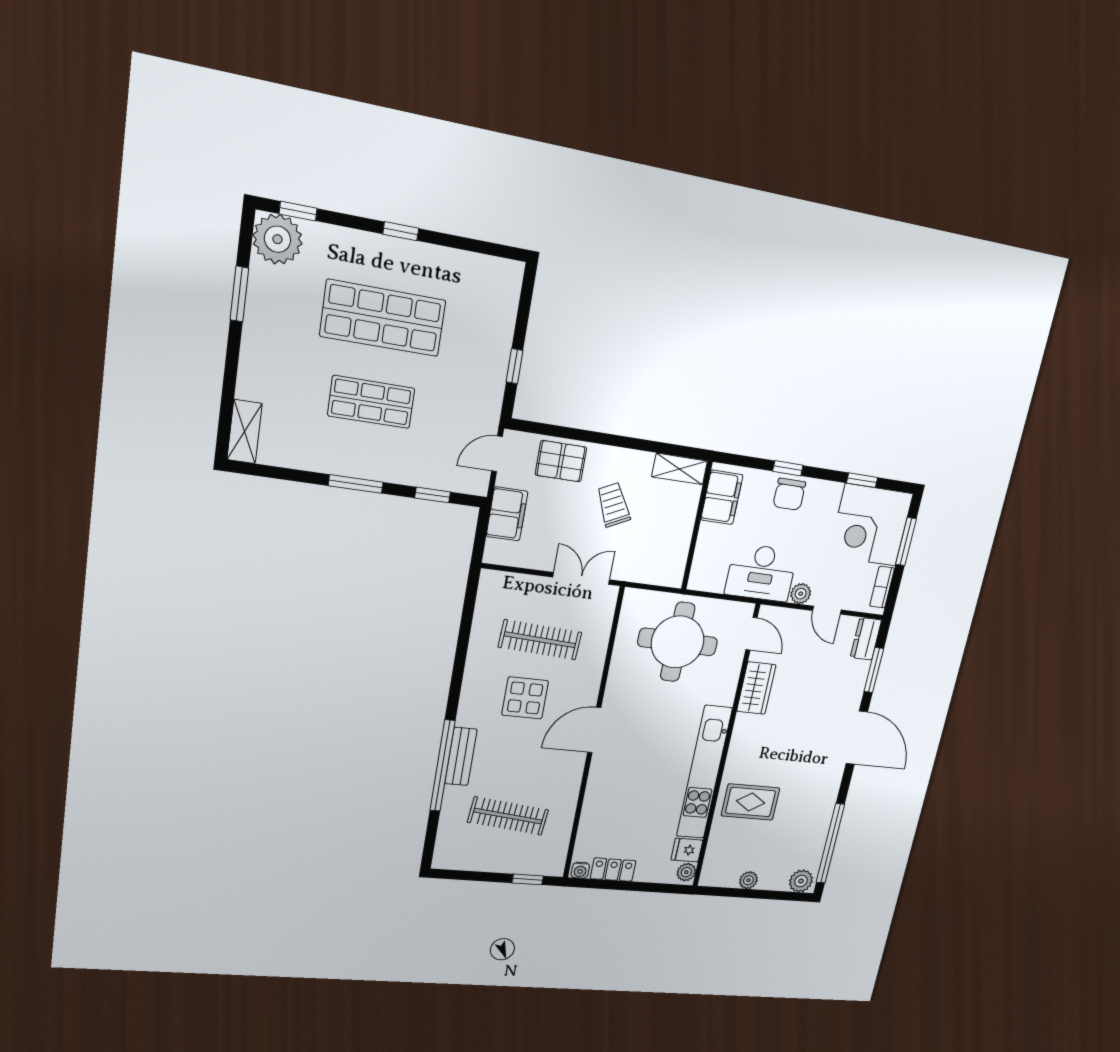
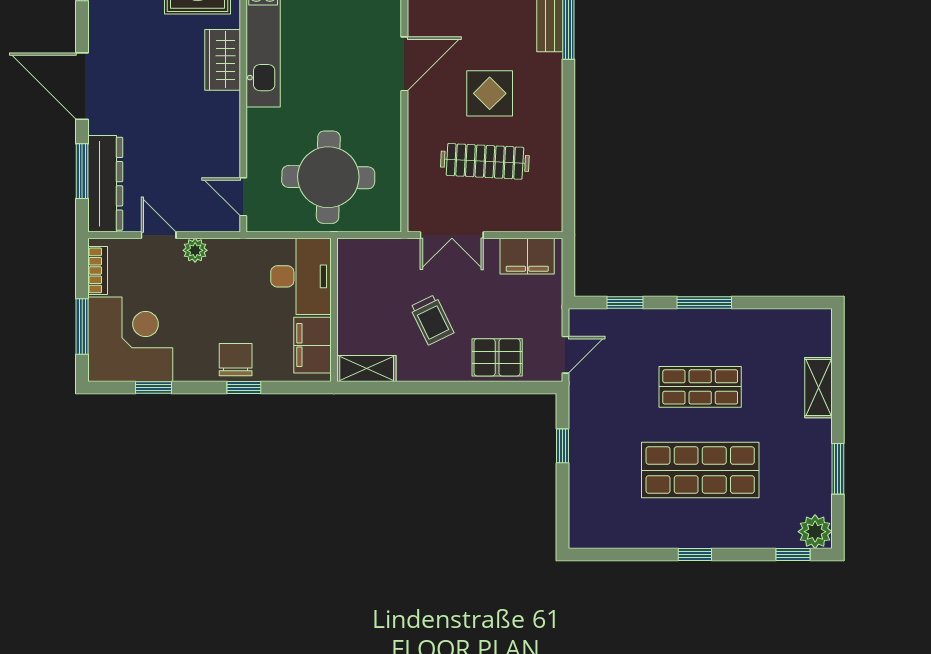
plant: (277, 239) -> (815, 532), width x0.73, depth x0.73
shelving: (245, 432) -> (818, 388), moved
filing cabinet: (507, 514) -> (527, 256), moved, turned -90
desk: (761, 573) -> (301, 276), moved, turned 90
dresser: (866, 639) -> (105, 184), width x1.96, depth x1.24
wardrobe: (756, 688) -> (223, 60), moved

